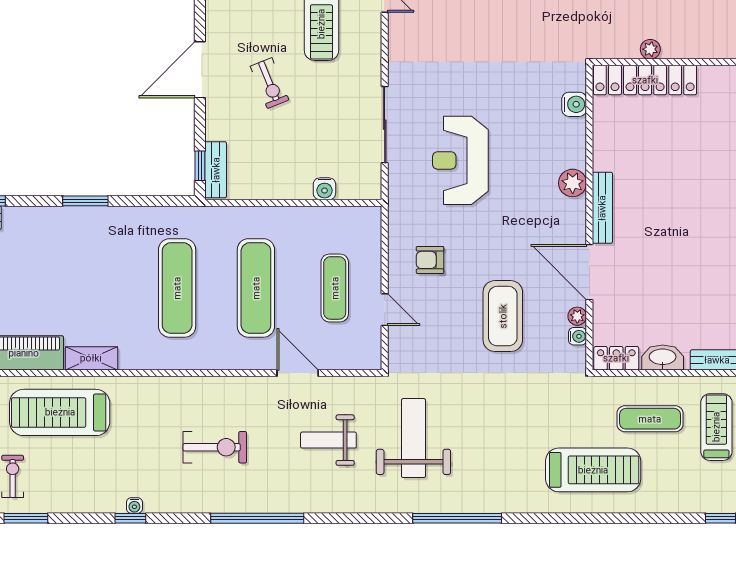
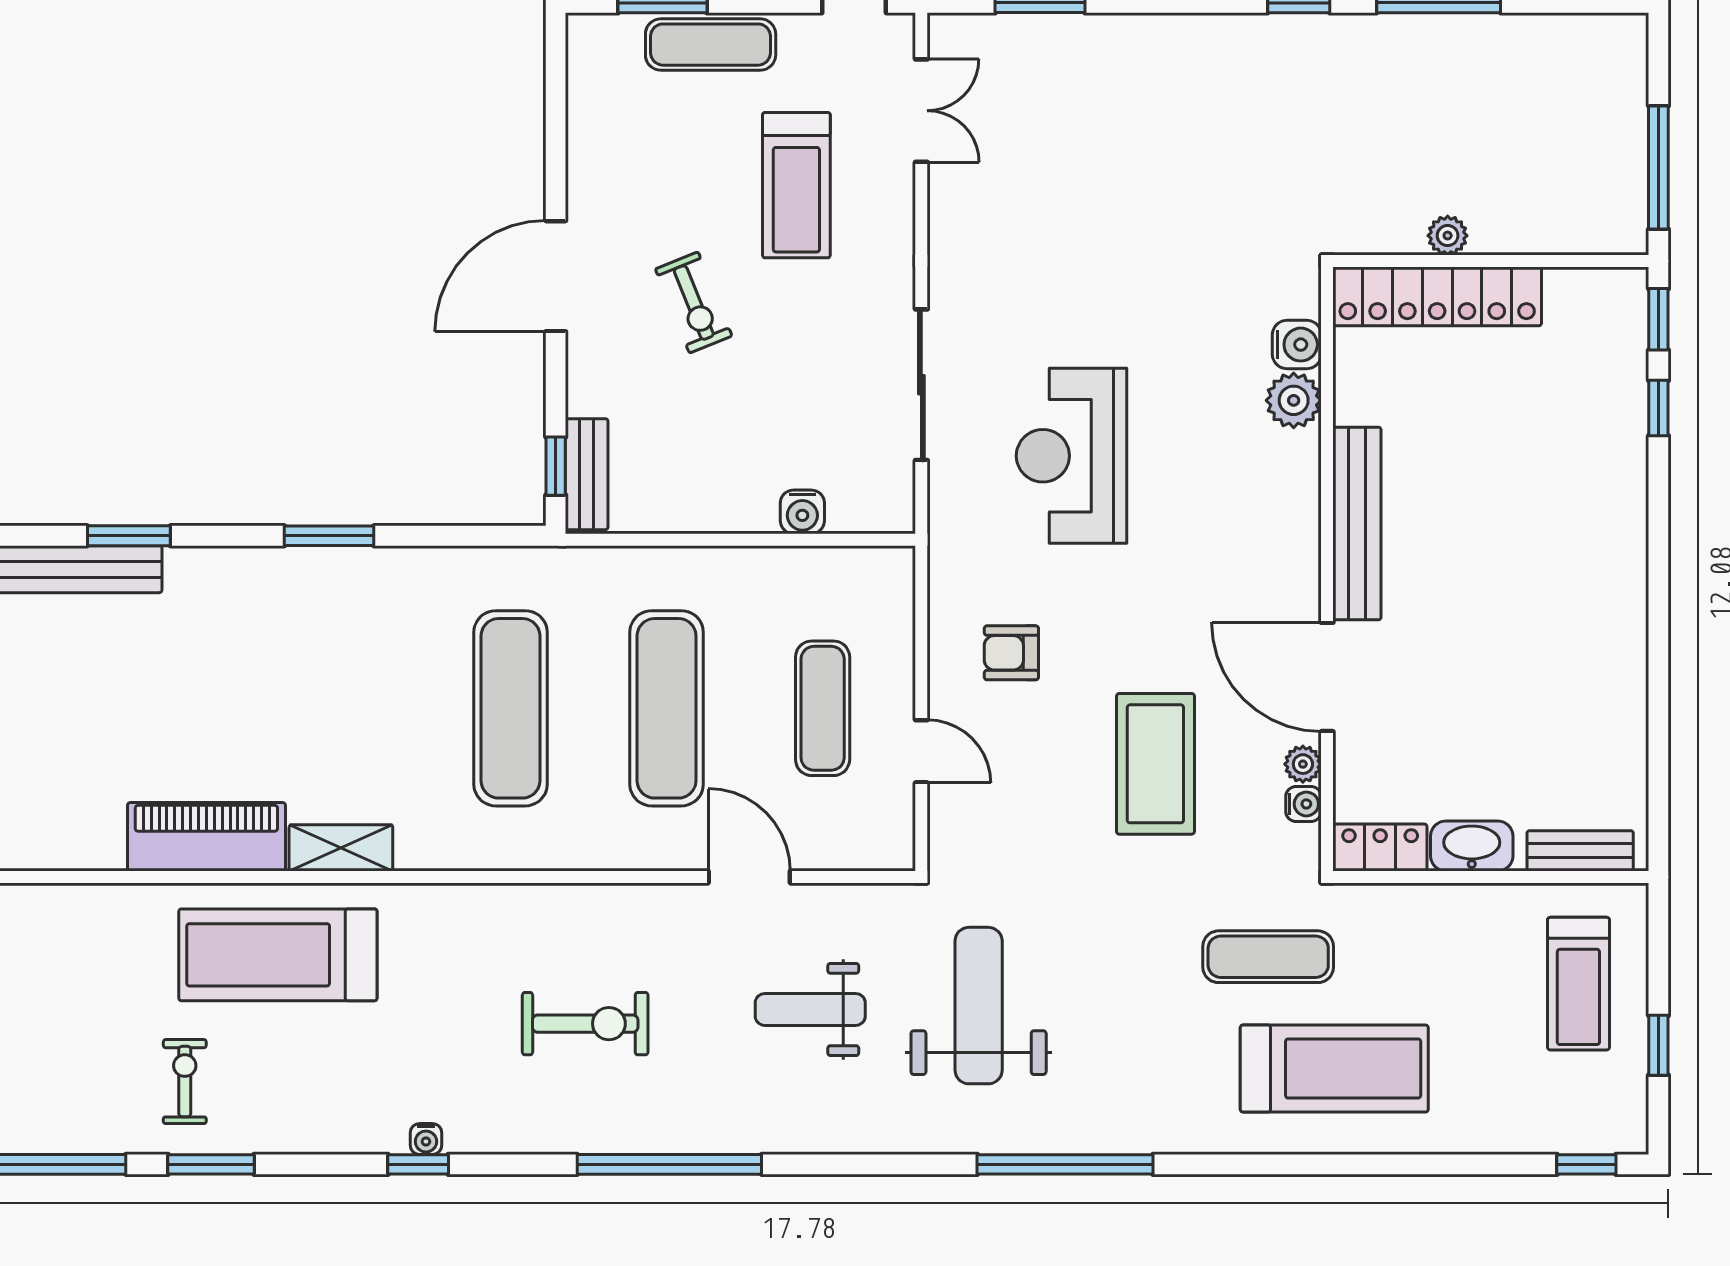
plant: (573, 183) -> (1294, 400), moved
bench: (602, 208) -> (1357, 524), width x1.37, depth x1.21
exercise mat: (650, 419) -> (1268, 957), moved
treadmill: (716, 427) -> (1578, 984), turned 180

